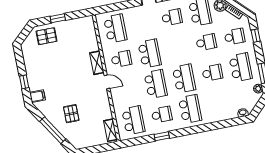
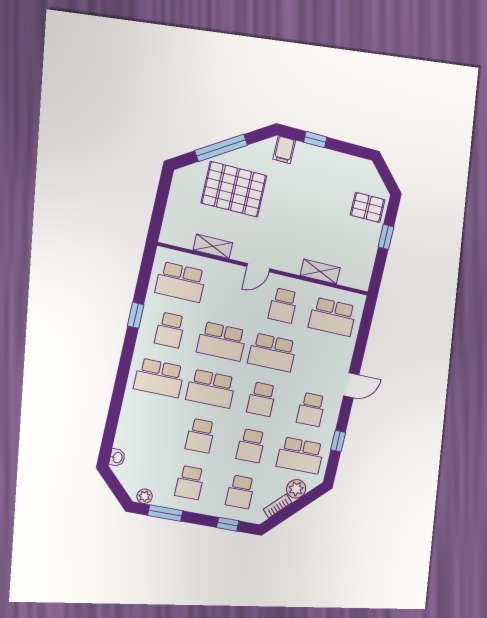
pallet: (47, 36) -> (368, 207), turned 90
school desk: (178, 48) -> (262, 399), added
shelving: (97, 63) -> (320, 272), moved
school desk: (241, 67) -> (190, 483), width x0.54
pallet: (71, 114) -> (234, 189), width x2.05, depth x2.00
shelving: (110, 130) -> (213, 246), moved

